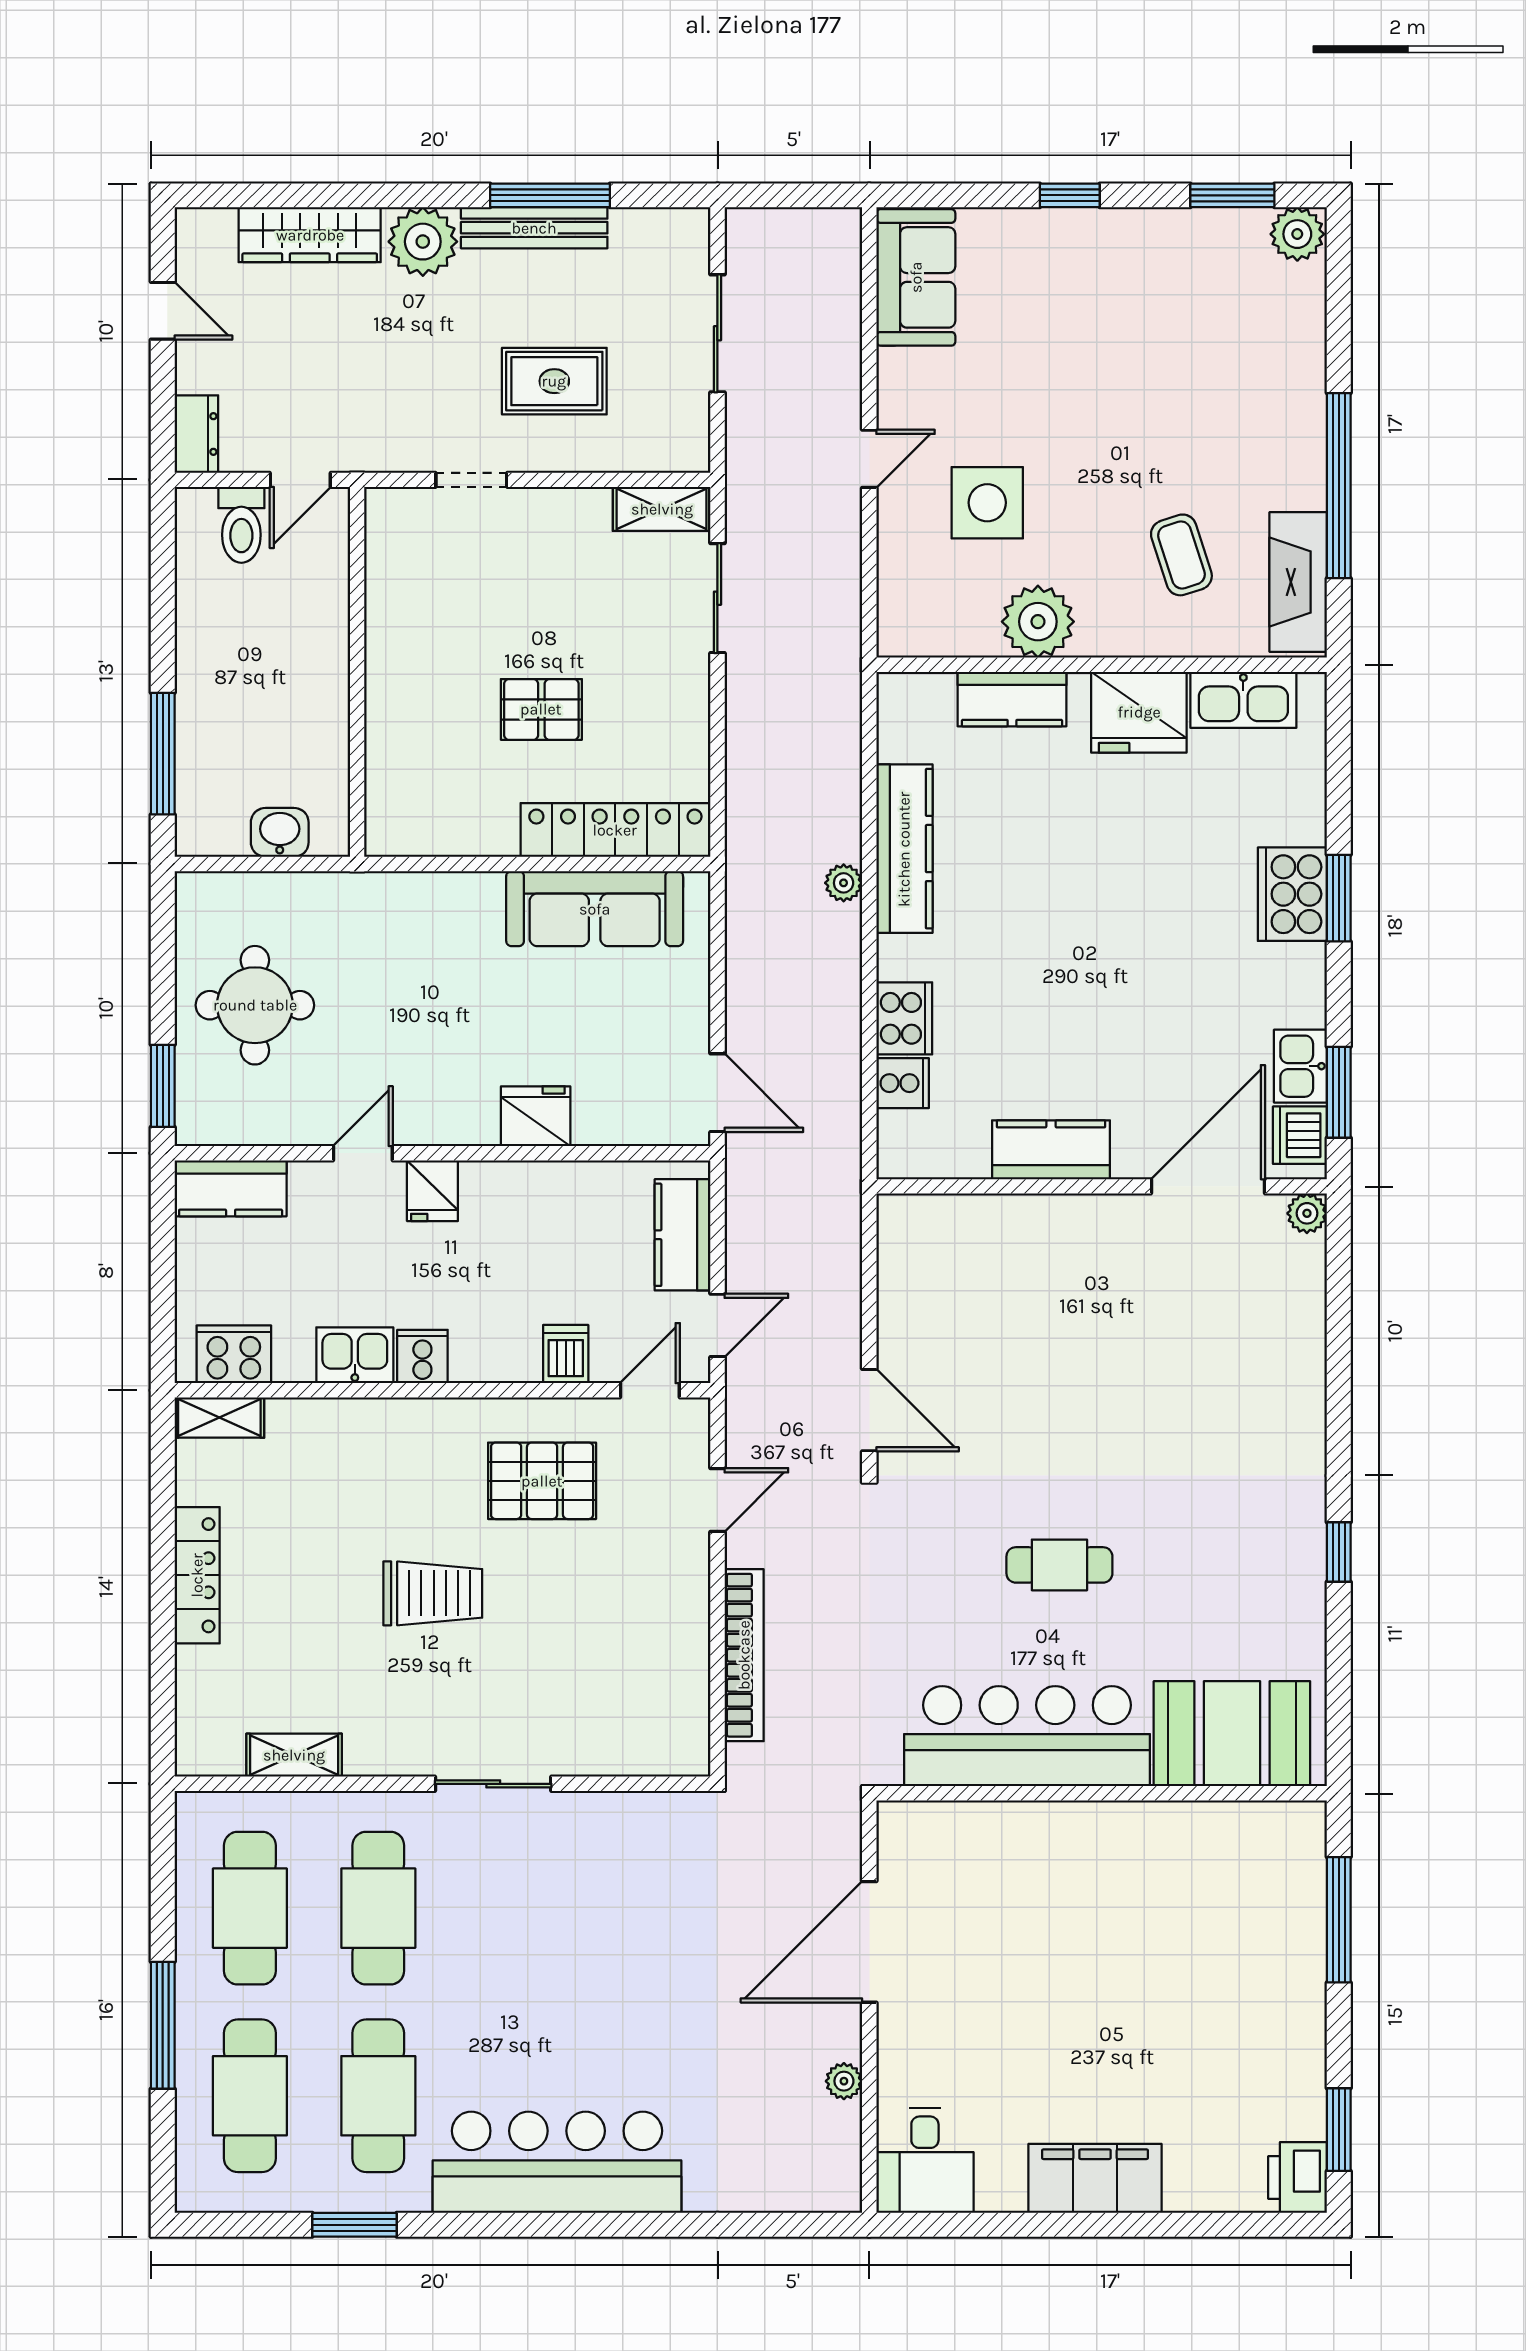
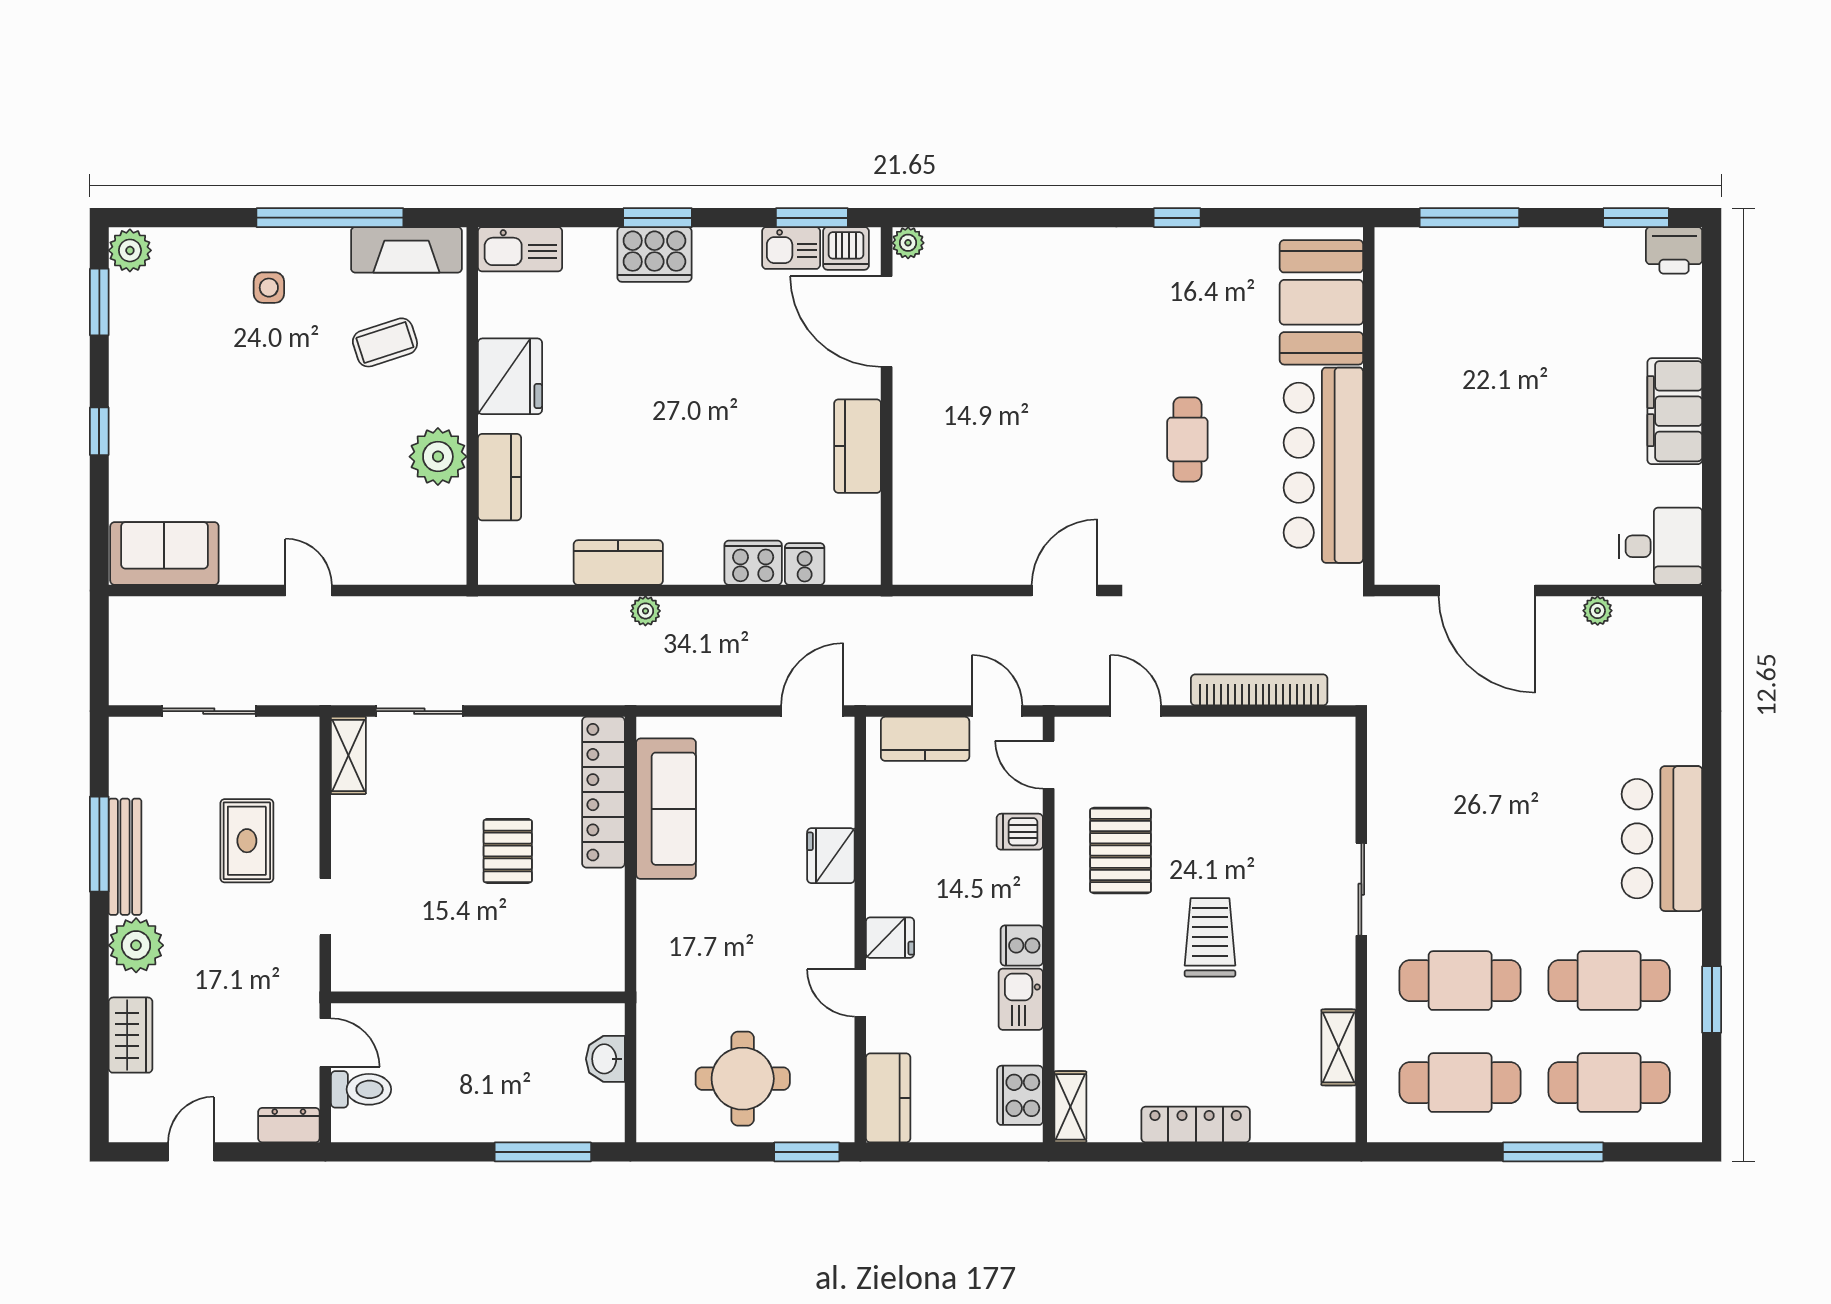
wardrobe: (310, 235) -> (131, 1035), width x0.67
side table: (987, 503) -> (269, 288), moved, width x0.54, depth x0.54
kitchen sink: (1243, 700) -> (520, 249), moved, turned 90
kitchen counter: (904, 849) -> (618, 563), width x0.67
bar counter: (557, 2162) -> (1662, 839), width x0.73

